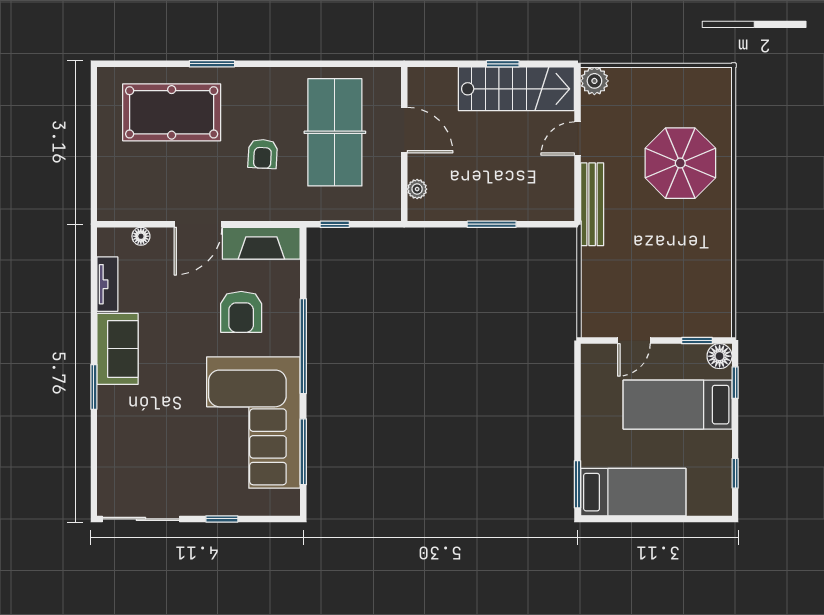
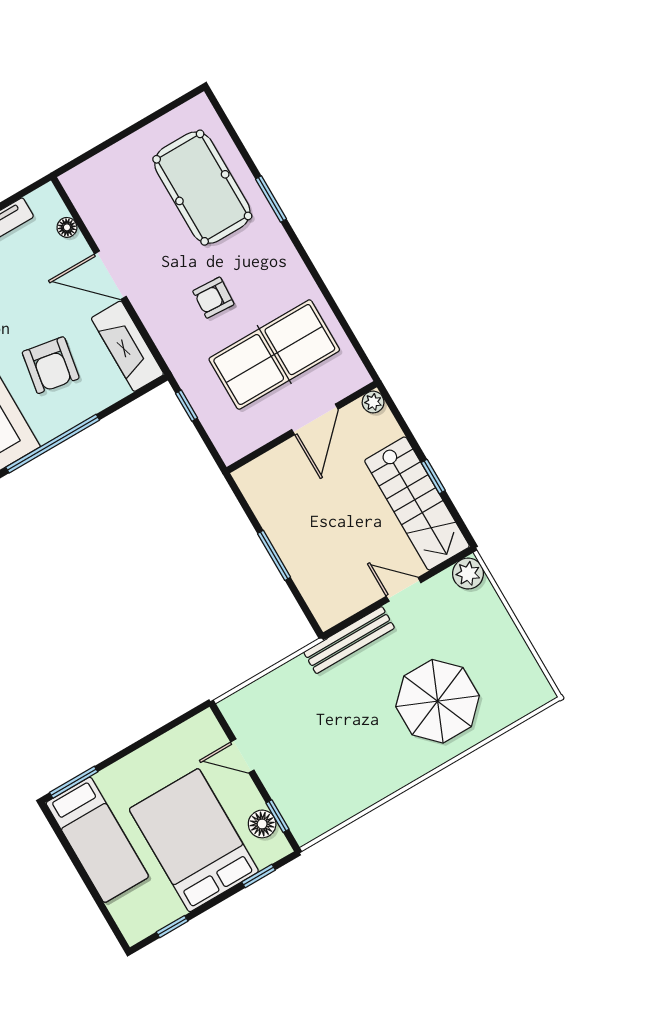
plant: (417, 189) -> (373, 402), moved
armchair: (241, 312) -> (51, 365), turned -80
floor lamp: (720, 356) -> (262, 824), moved
bed: (678, 405) -> (194, 840), width x1.50

